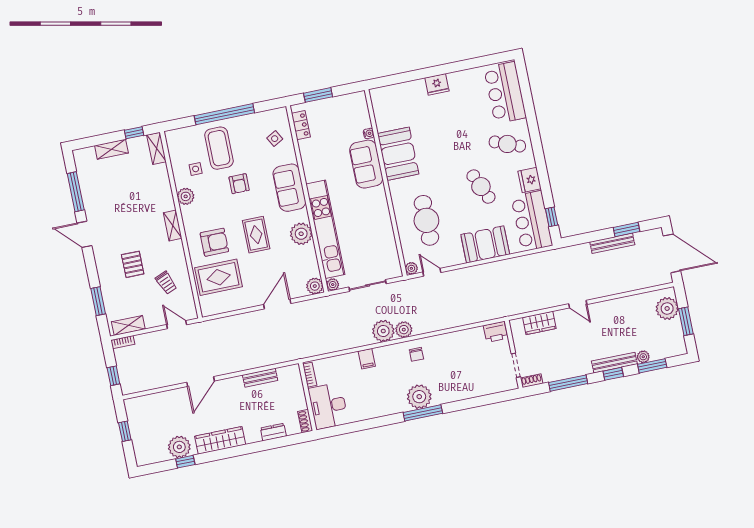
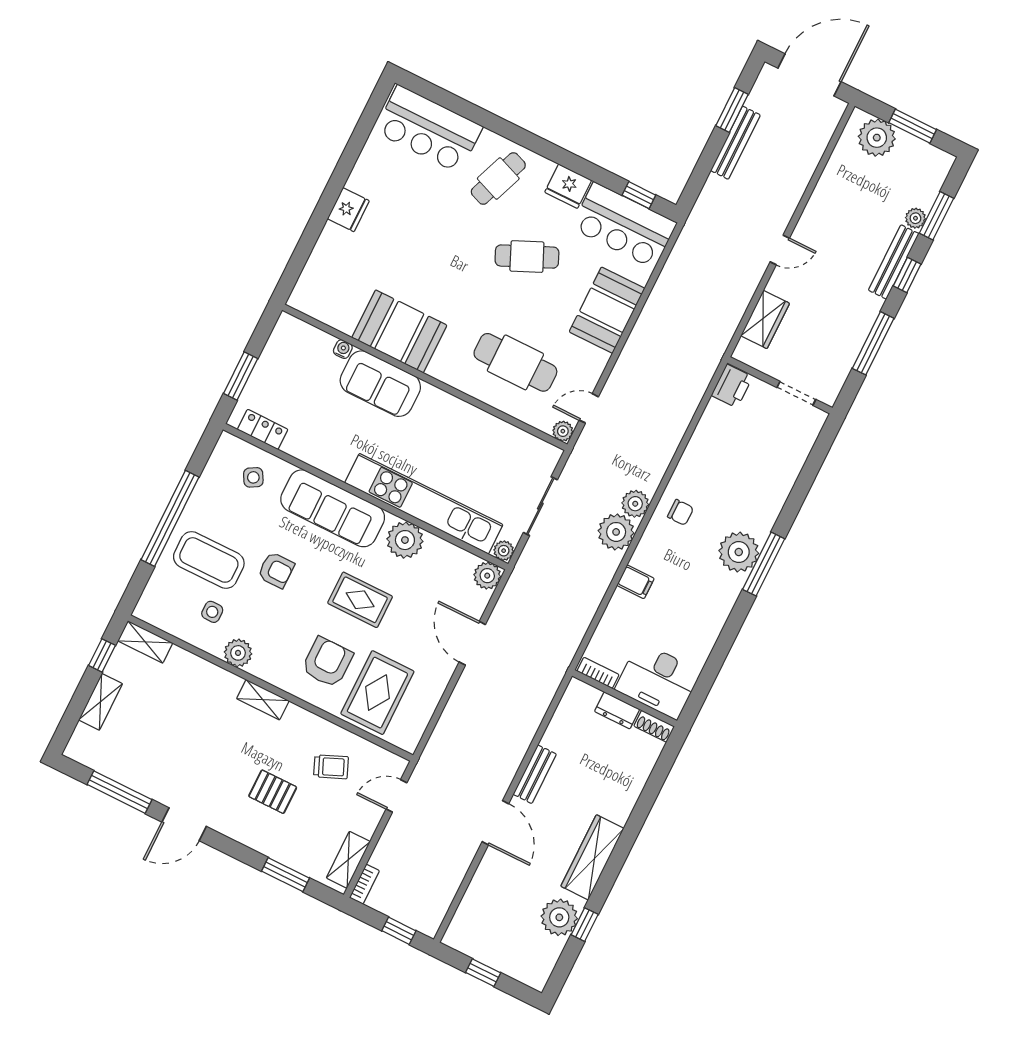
sofa: (289, 188) -> (333, 508), width x1.36
bench: (260, 378) -> (535, 774), moved
shoe rack: (532, 381) -> (833, 389), removed
dresser: (273, 432) -> (617, 710), moved, turned -90

